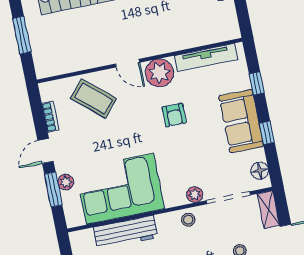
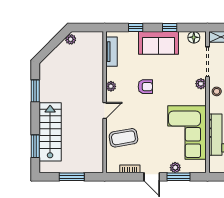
tv unit: (206, 58) -> (112, 52), width x0.71
plant: (159, 73) -> (111, 86), width x0.53, depth x0.53
coffee table: (94, 98) -> (123, 138), turned 39

